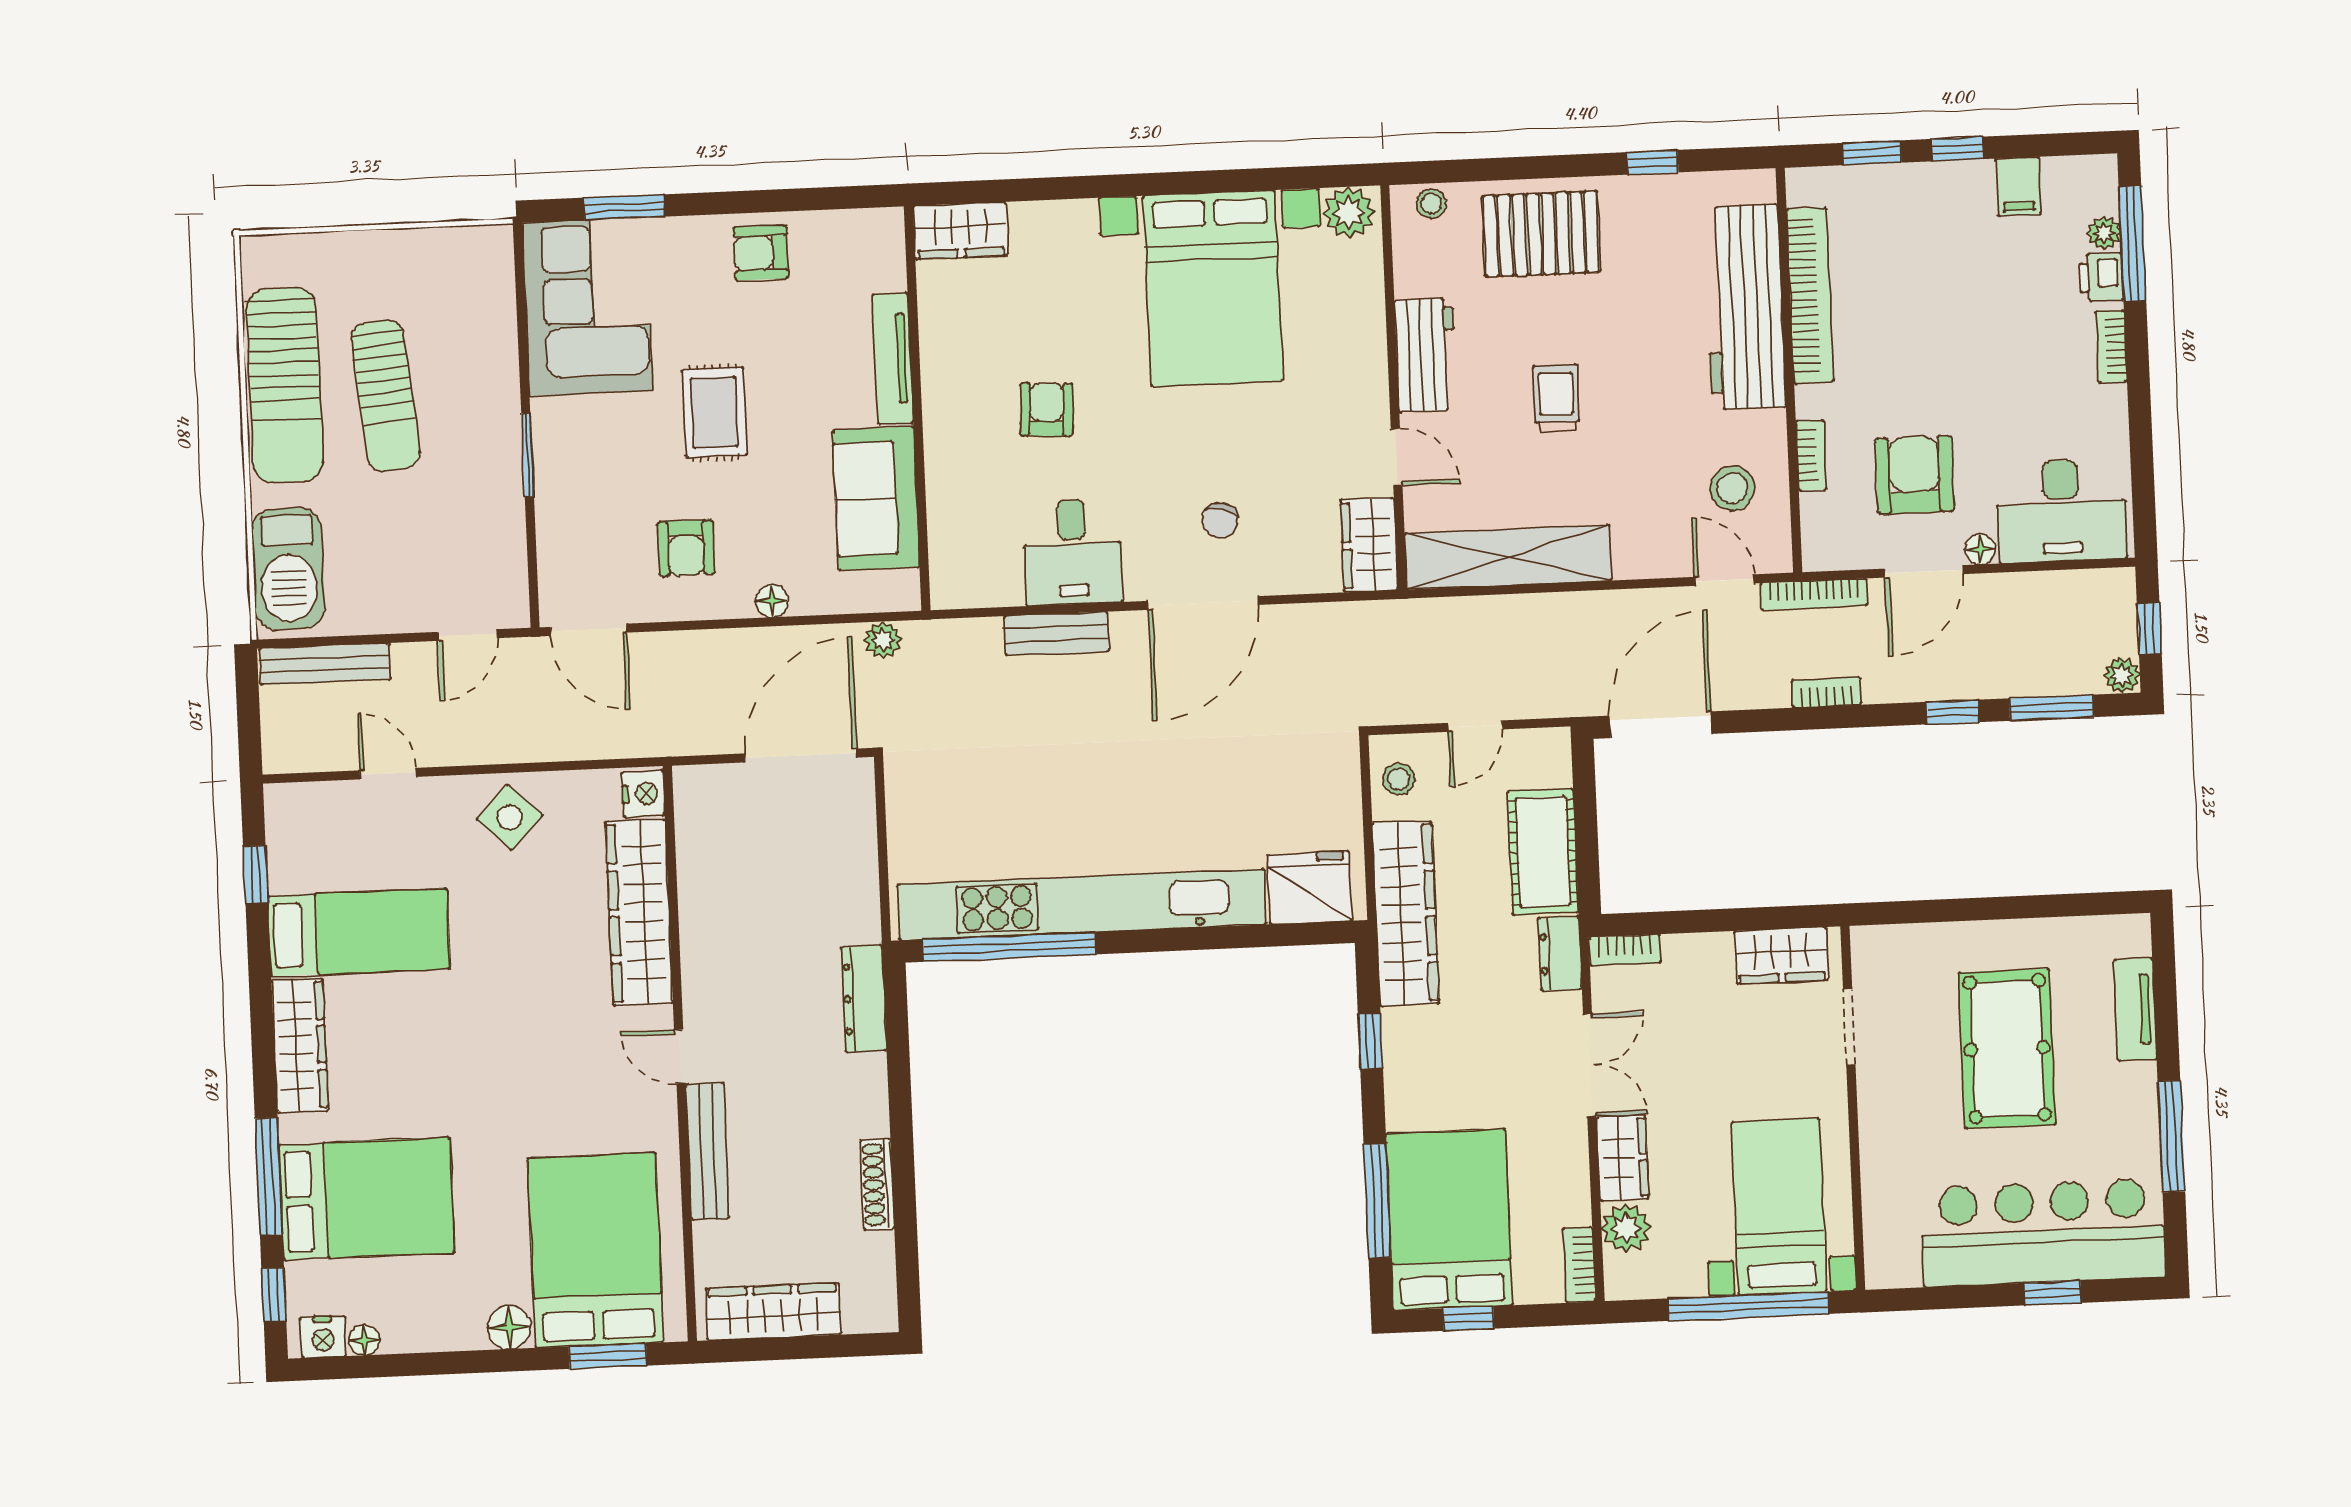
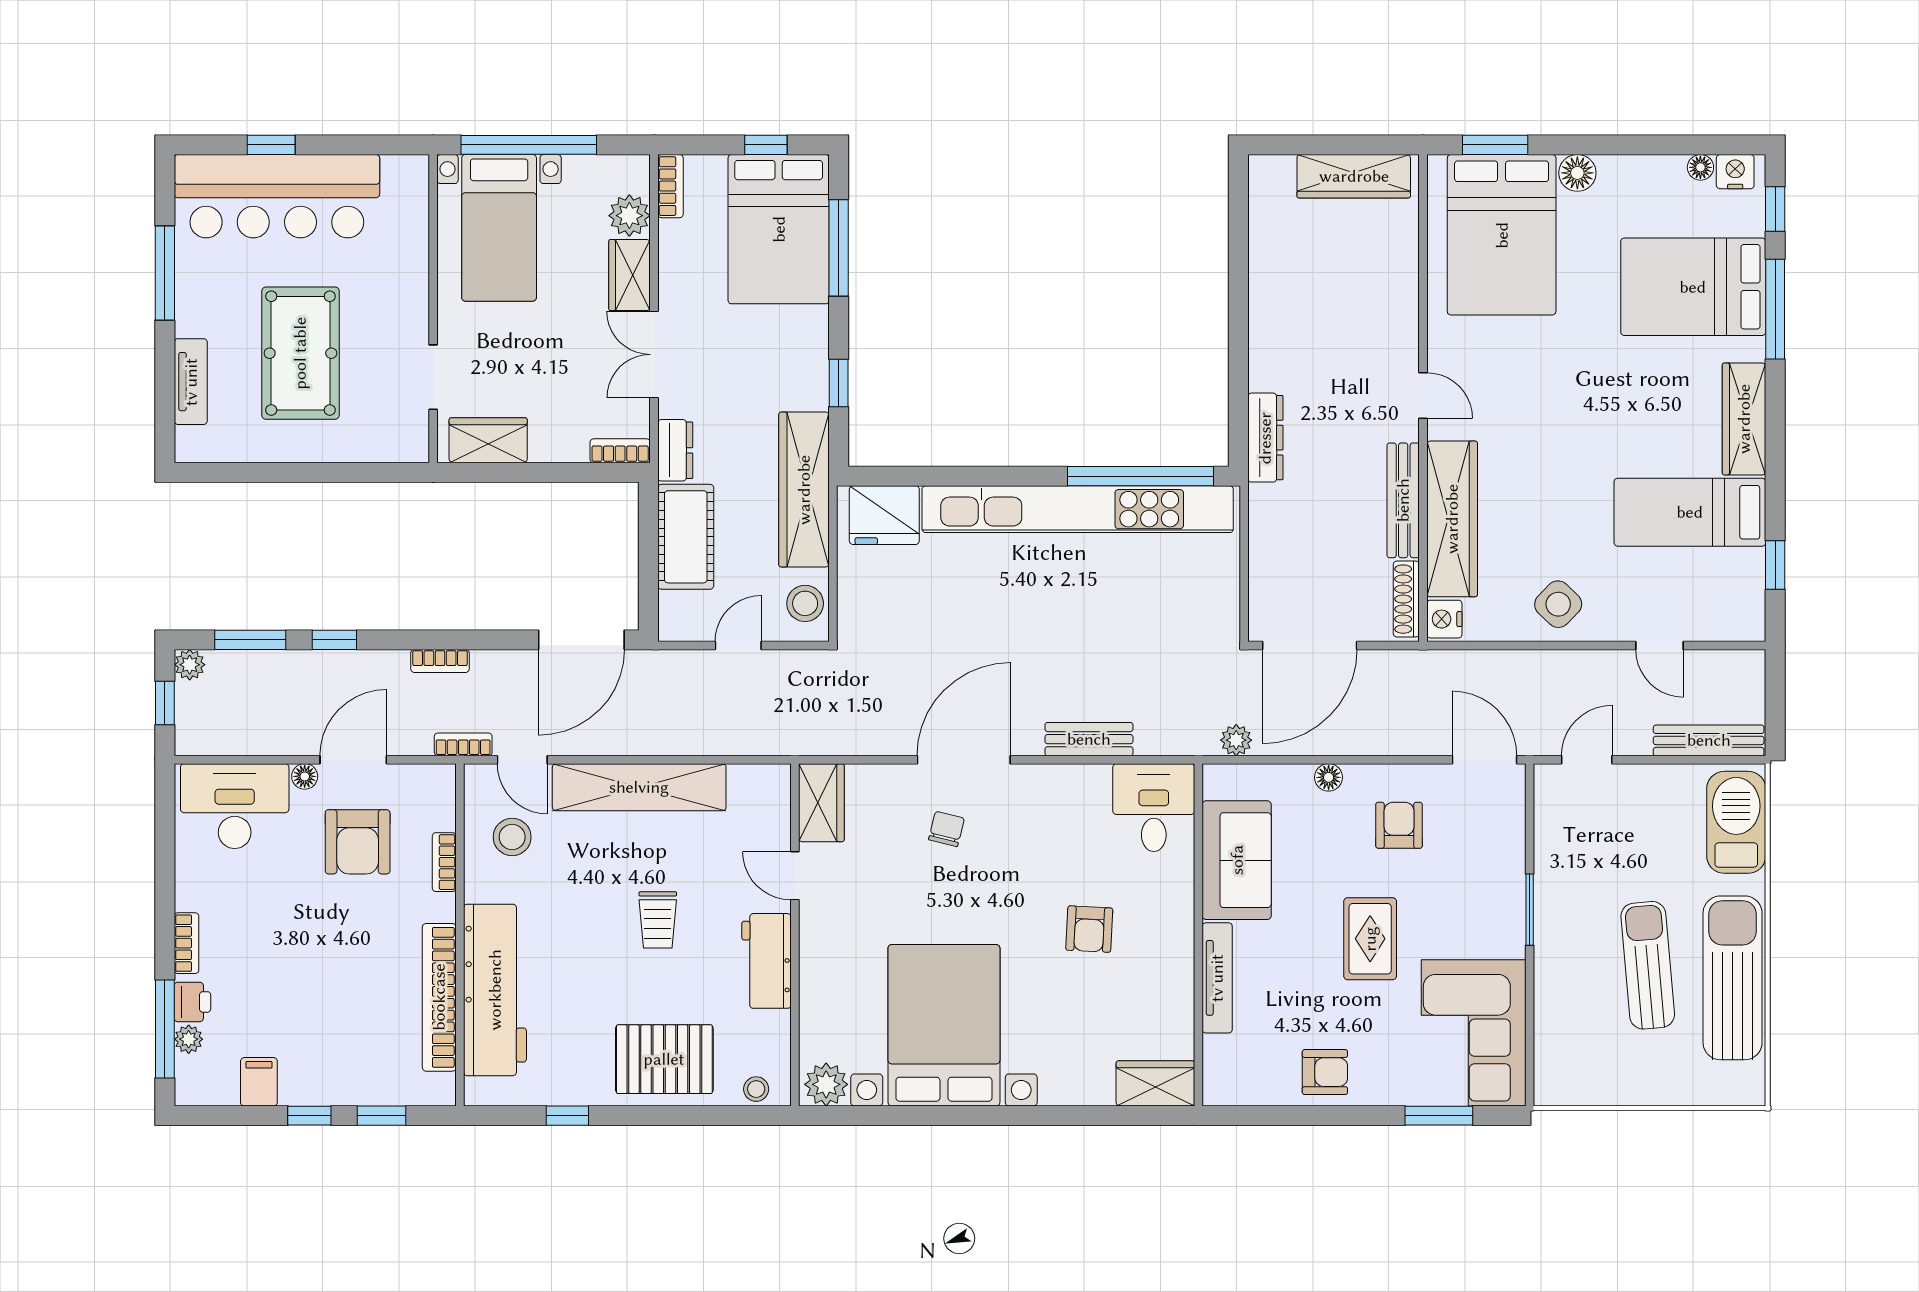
desk: (1073, 552) -> (1154, 808), moved
shelving: (1508, 557) -> (639, 787), moved
bookcase: (1814, 594) -> (463, 744), width x0.64
stool: (1399, 779) -> (805, 603), width x1.37, depth x1.37
bench: (708, 1151) -> (1403, 500), moved
shoe rack: (877, 1185) -> (1406, 599), moved, turned 180

